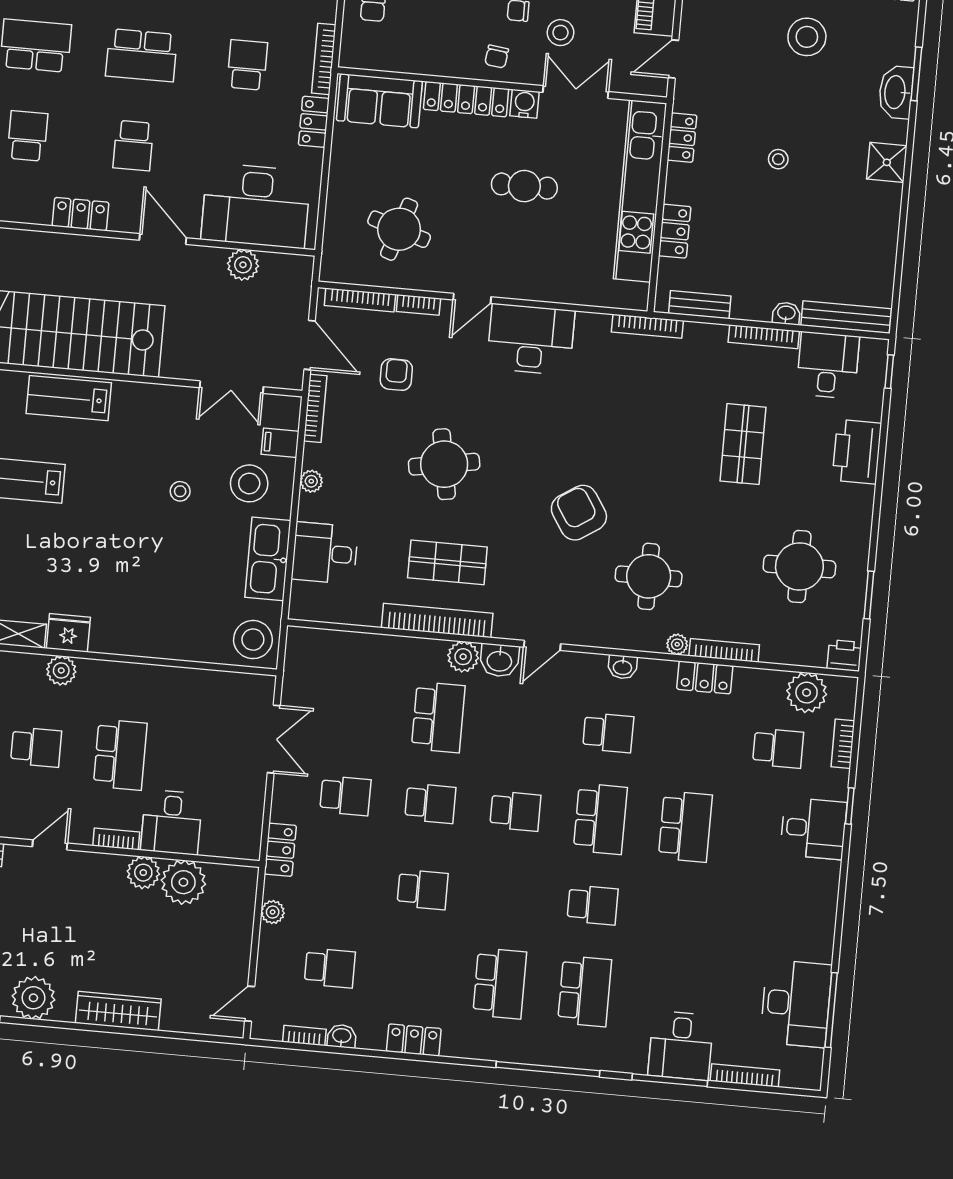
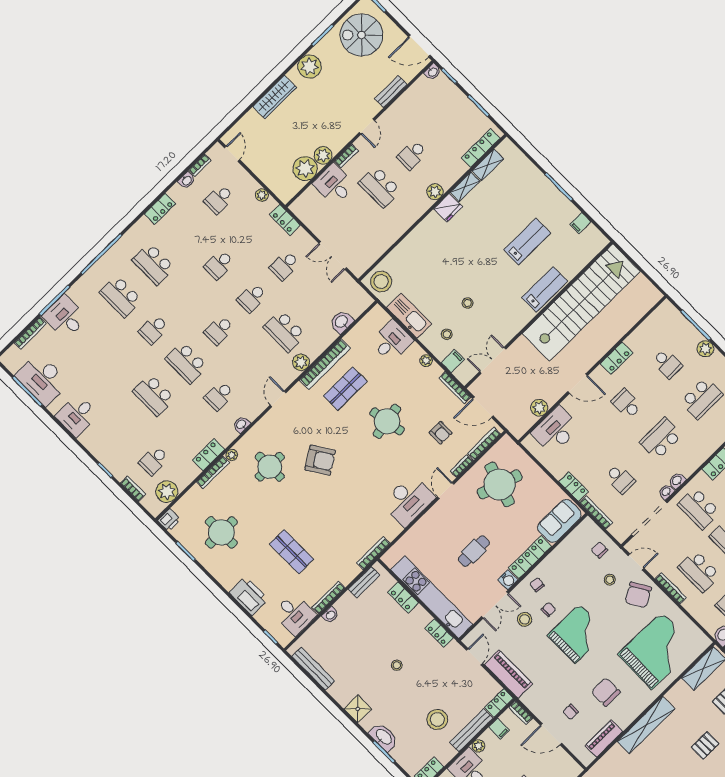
desk: (256, 206) -> (556, 430), width x0.73, depth x0.77
round table: (399, 229) -> (500, 484), width x1.36, depth x1.36
bench: (846, 317) -> (313, 669), moved, turned 90
stool: (249, 483) -> (447, 334), width x0.53, depth x0.53
washbasin: (499, 660) -> (342, 322), moved
desk: (813, 828) -> (77, 415), moved

